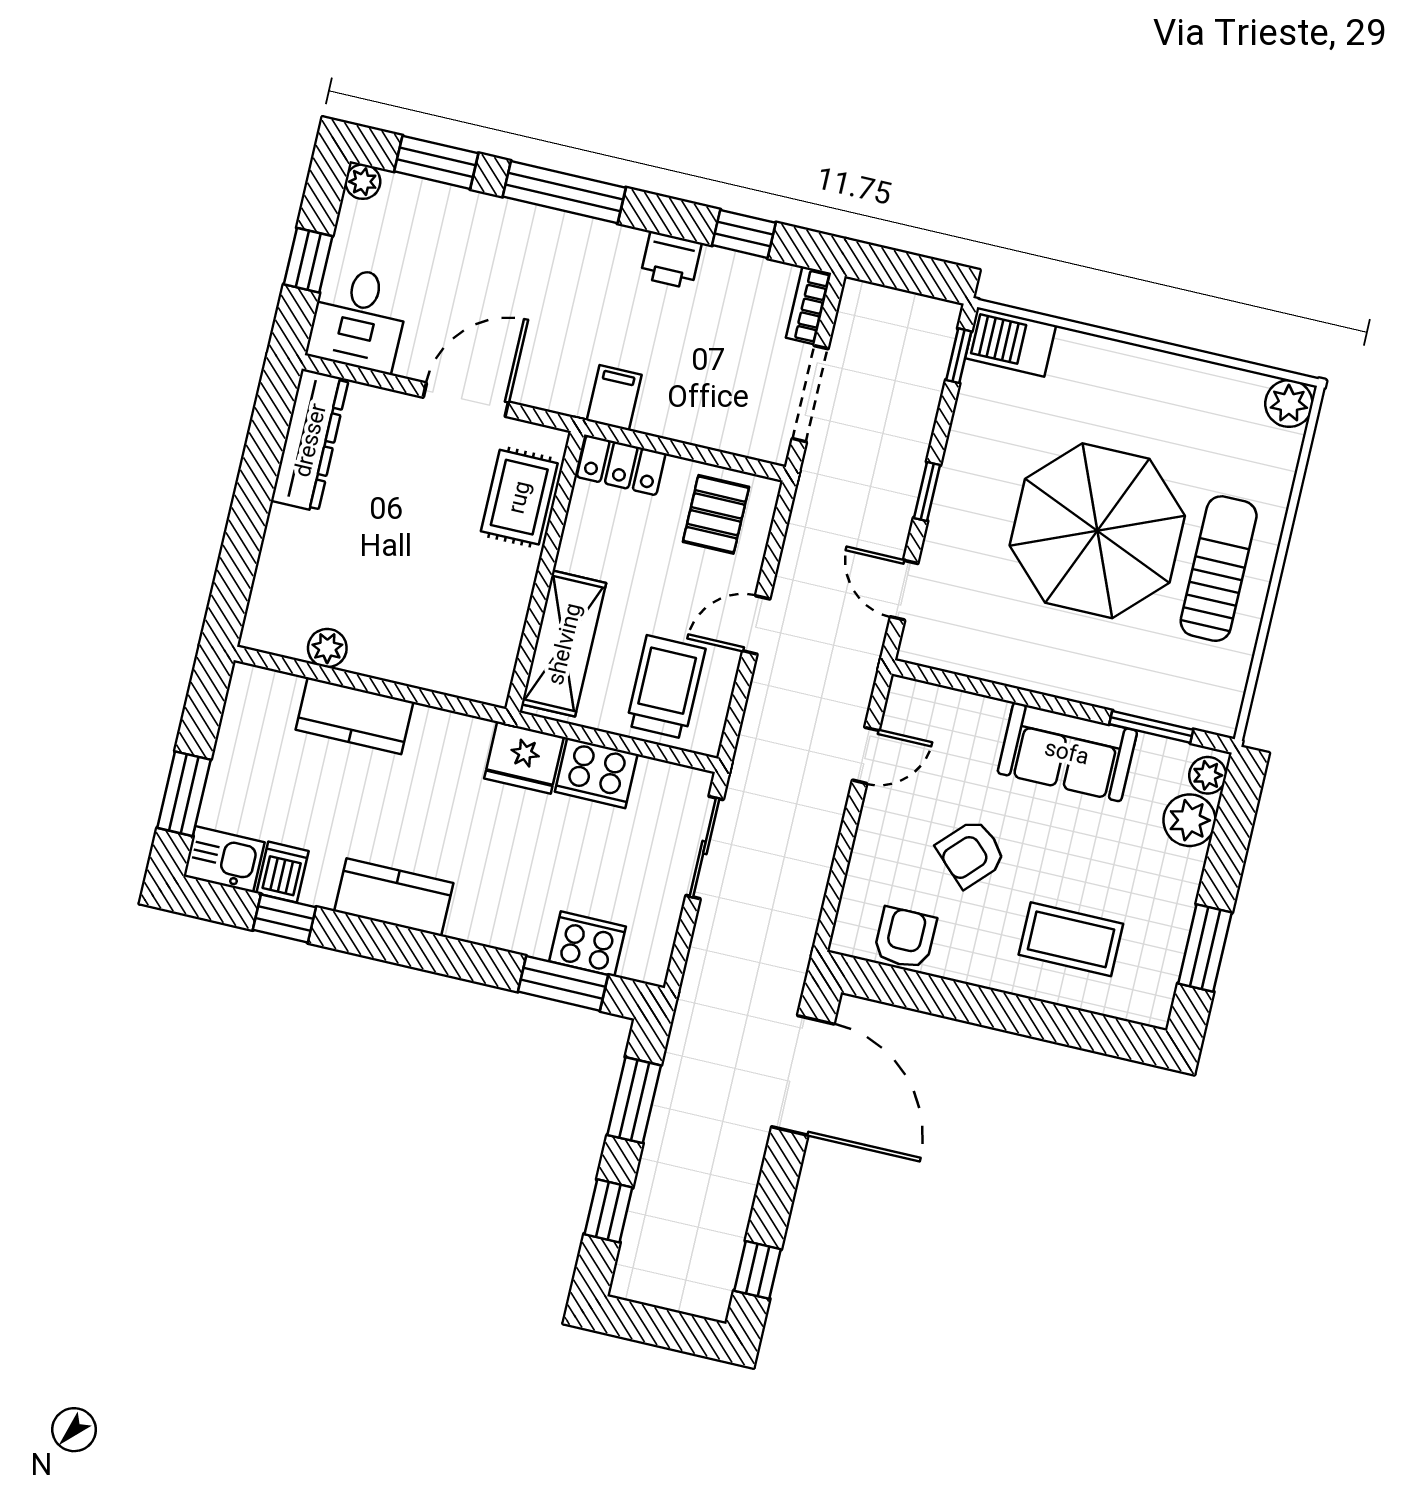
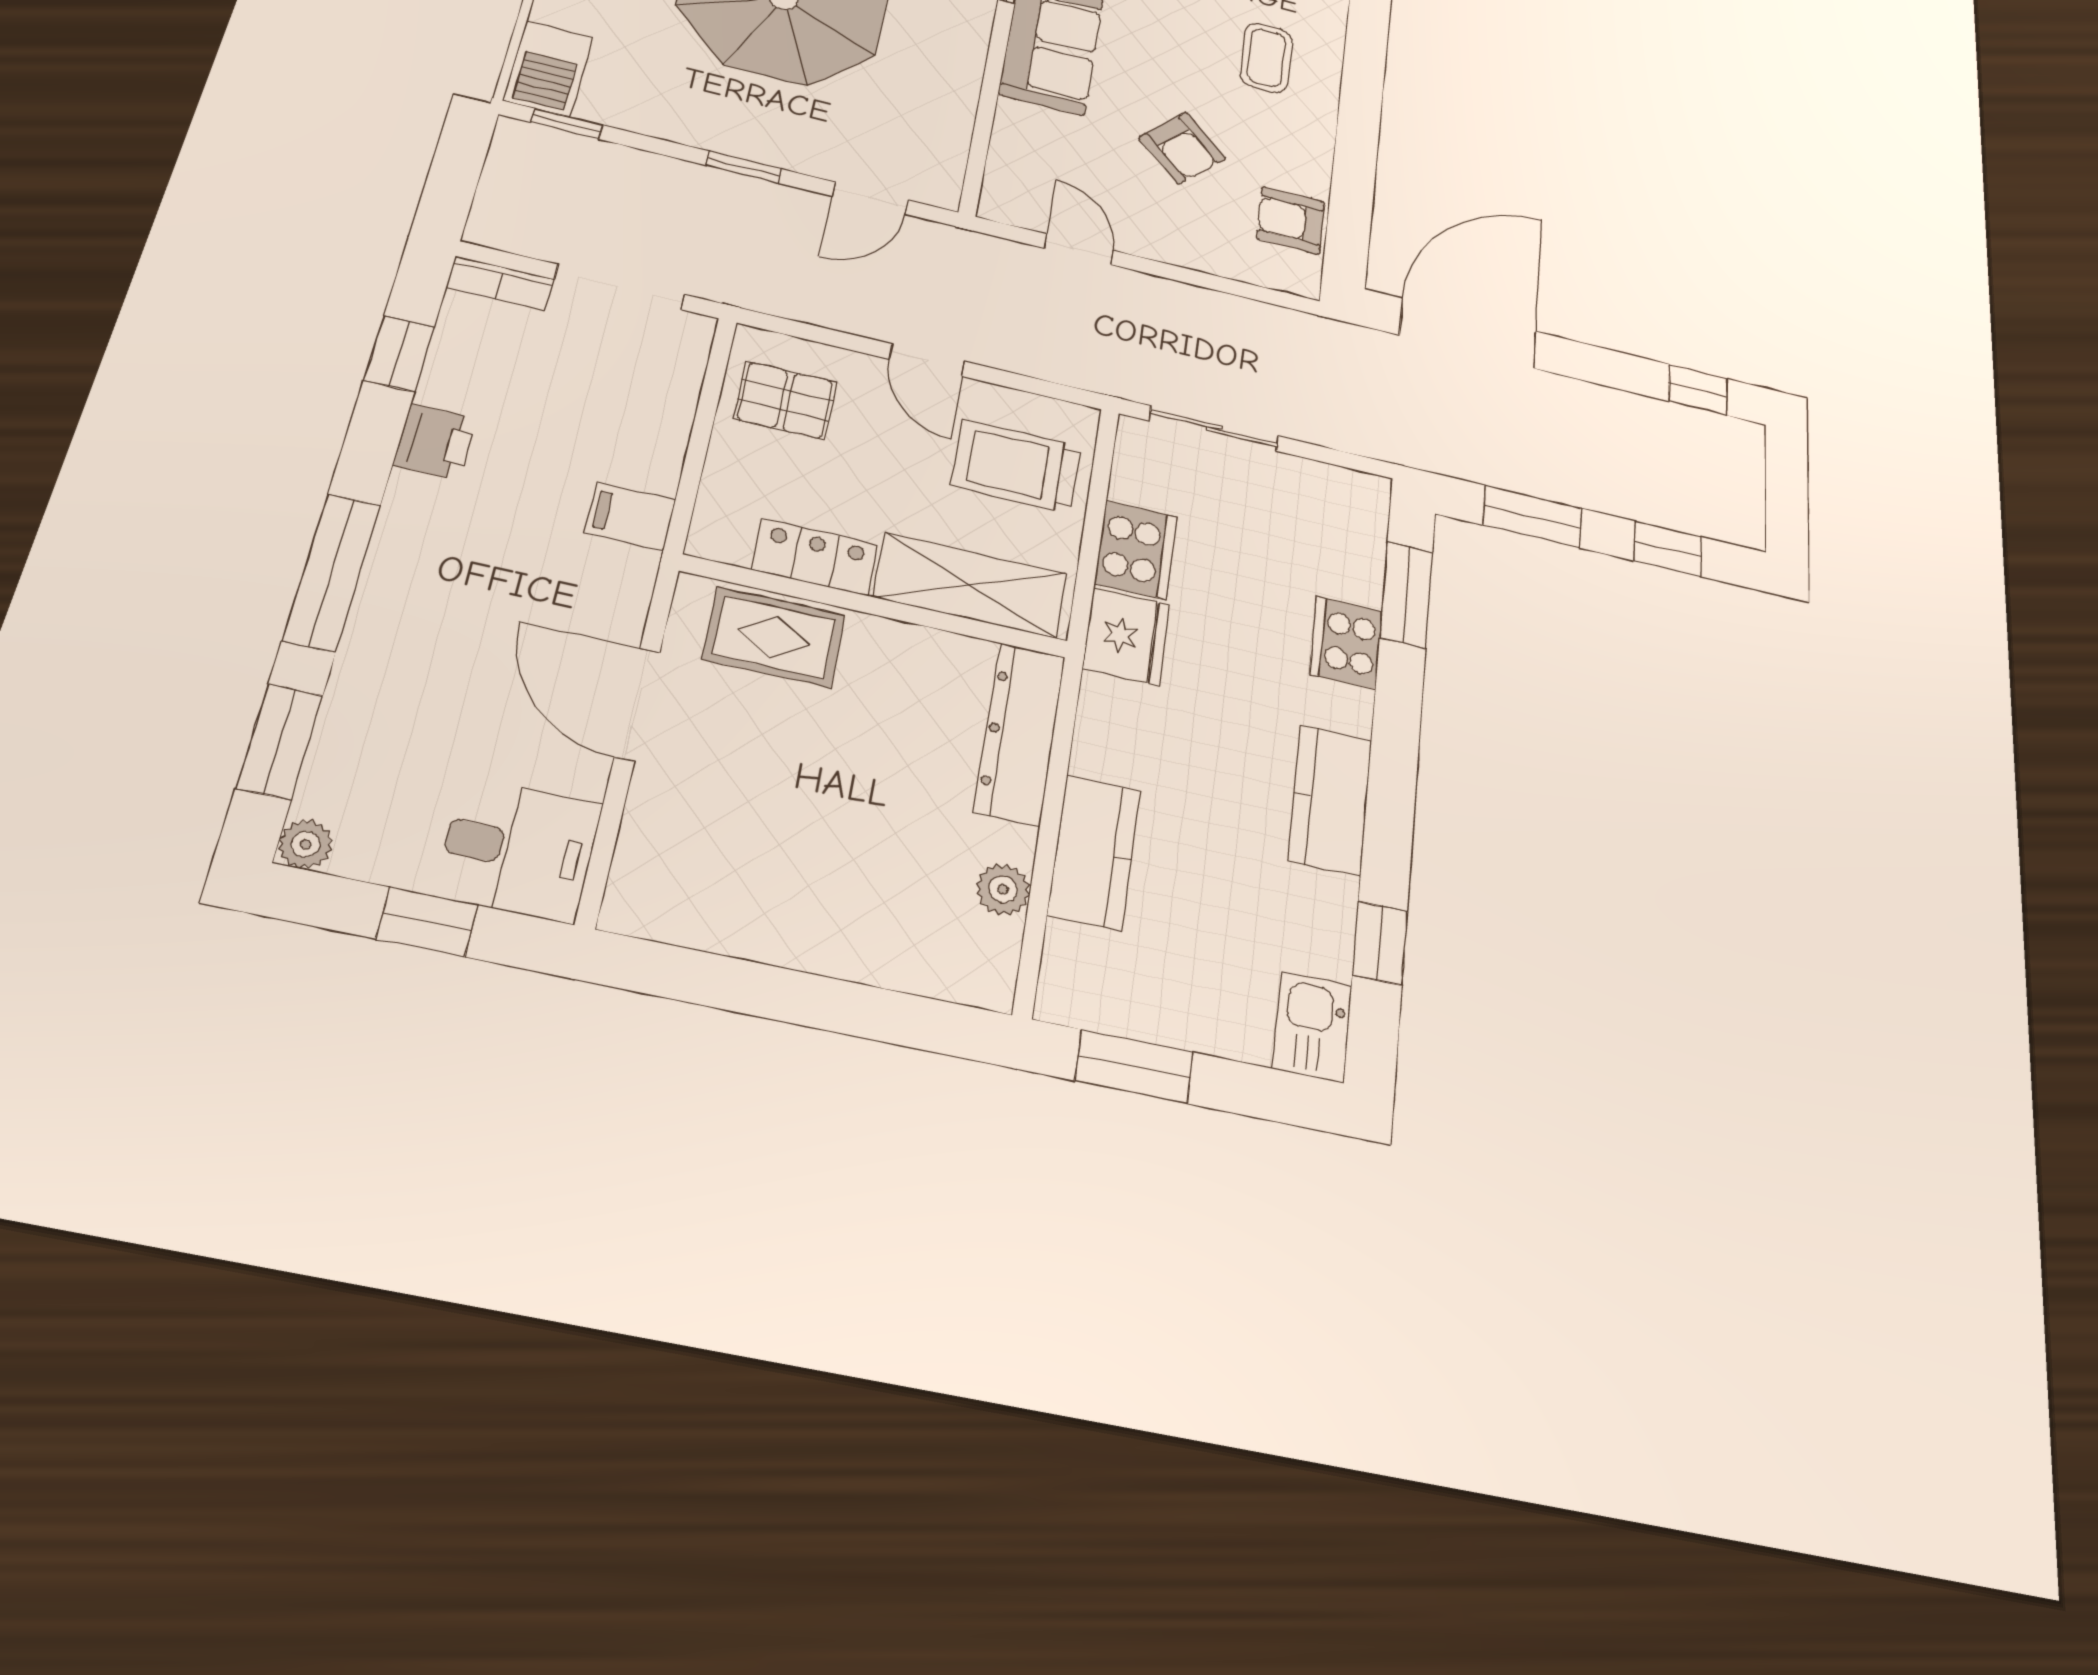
dresser: (310, 440) -> (1020, 733), moved, turned -90
locker: (621, 465) -> (815, 557), moved, turned -90
window: (184, 794) -> (1134, 1066), moved
dishwasher: (283, 872) -> (1318, 947), removed
coffee table: (1071, 939) -> (1266, 58), width x0.73, depth x0.77
cooker: (588, 944) -> (1346, 643), moved

